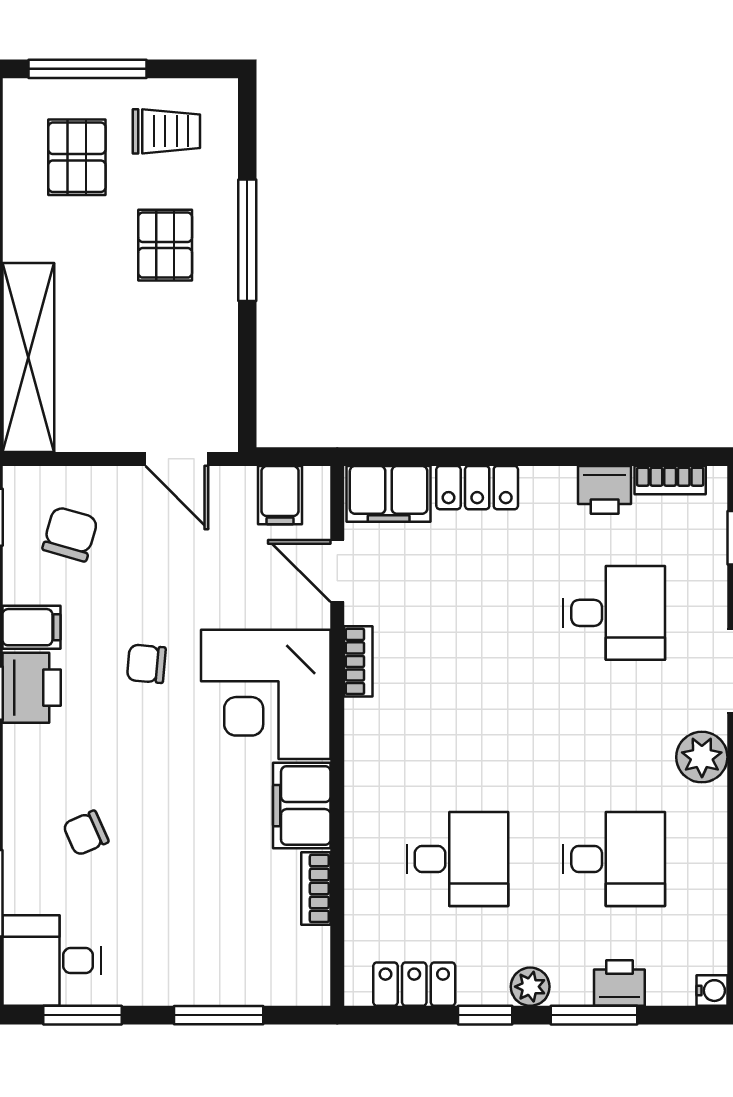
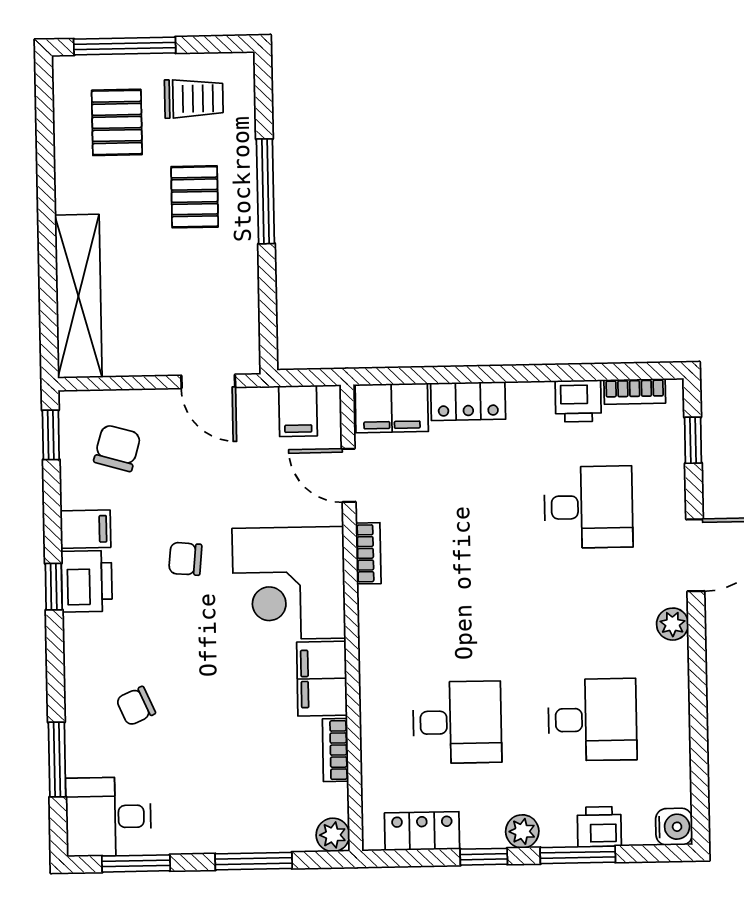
plant: (702, 757) -> (673, 624), width x0.73, depth x0.73
plant: (311, 987) -> (333, 835), added
water cooler: (712, 991) -> (674, 827), width x1.38, depth x1.38

